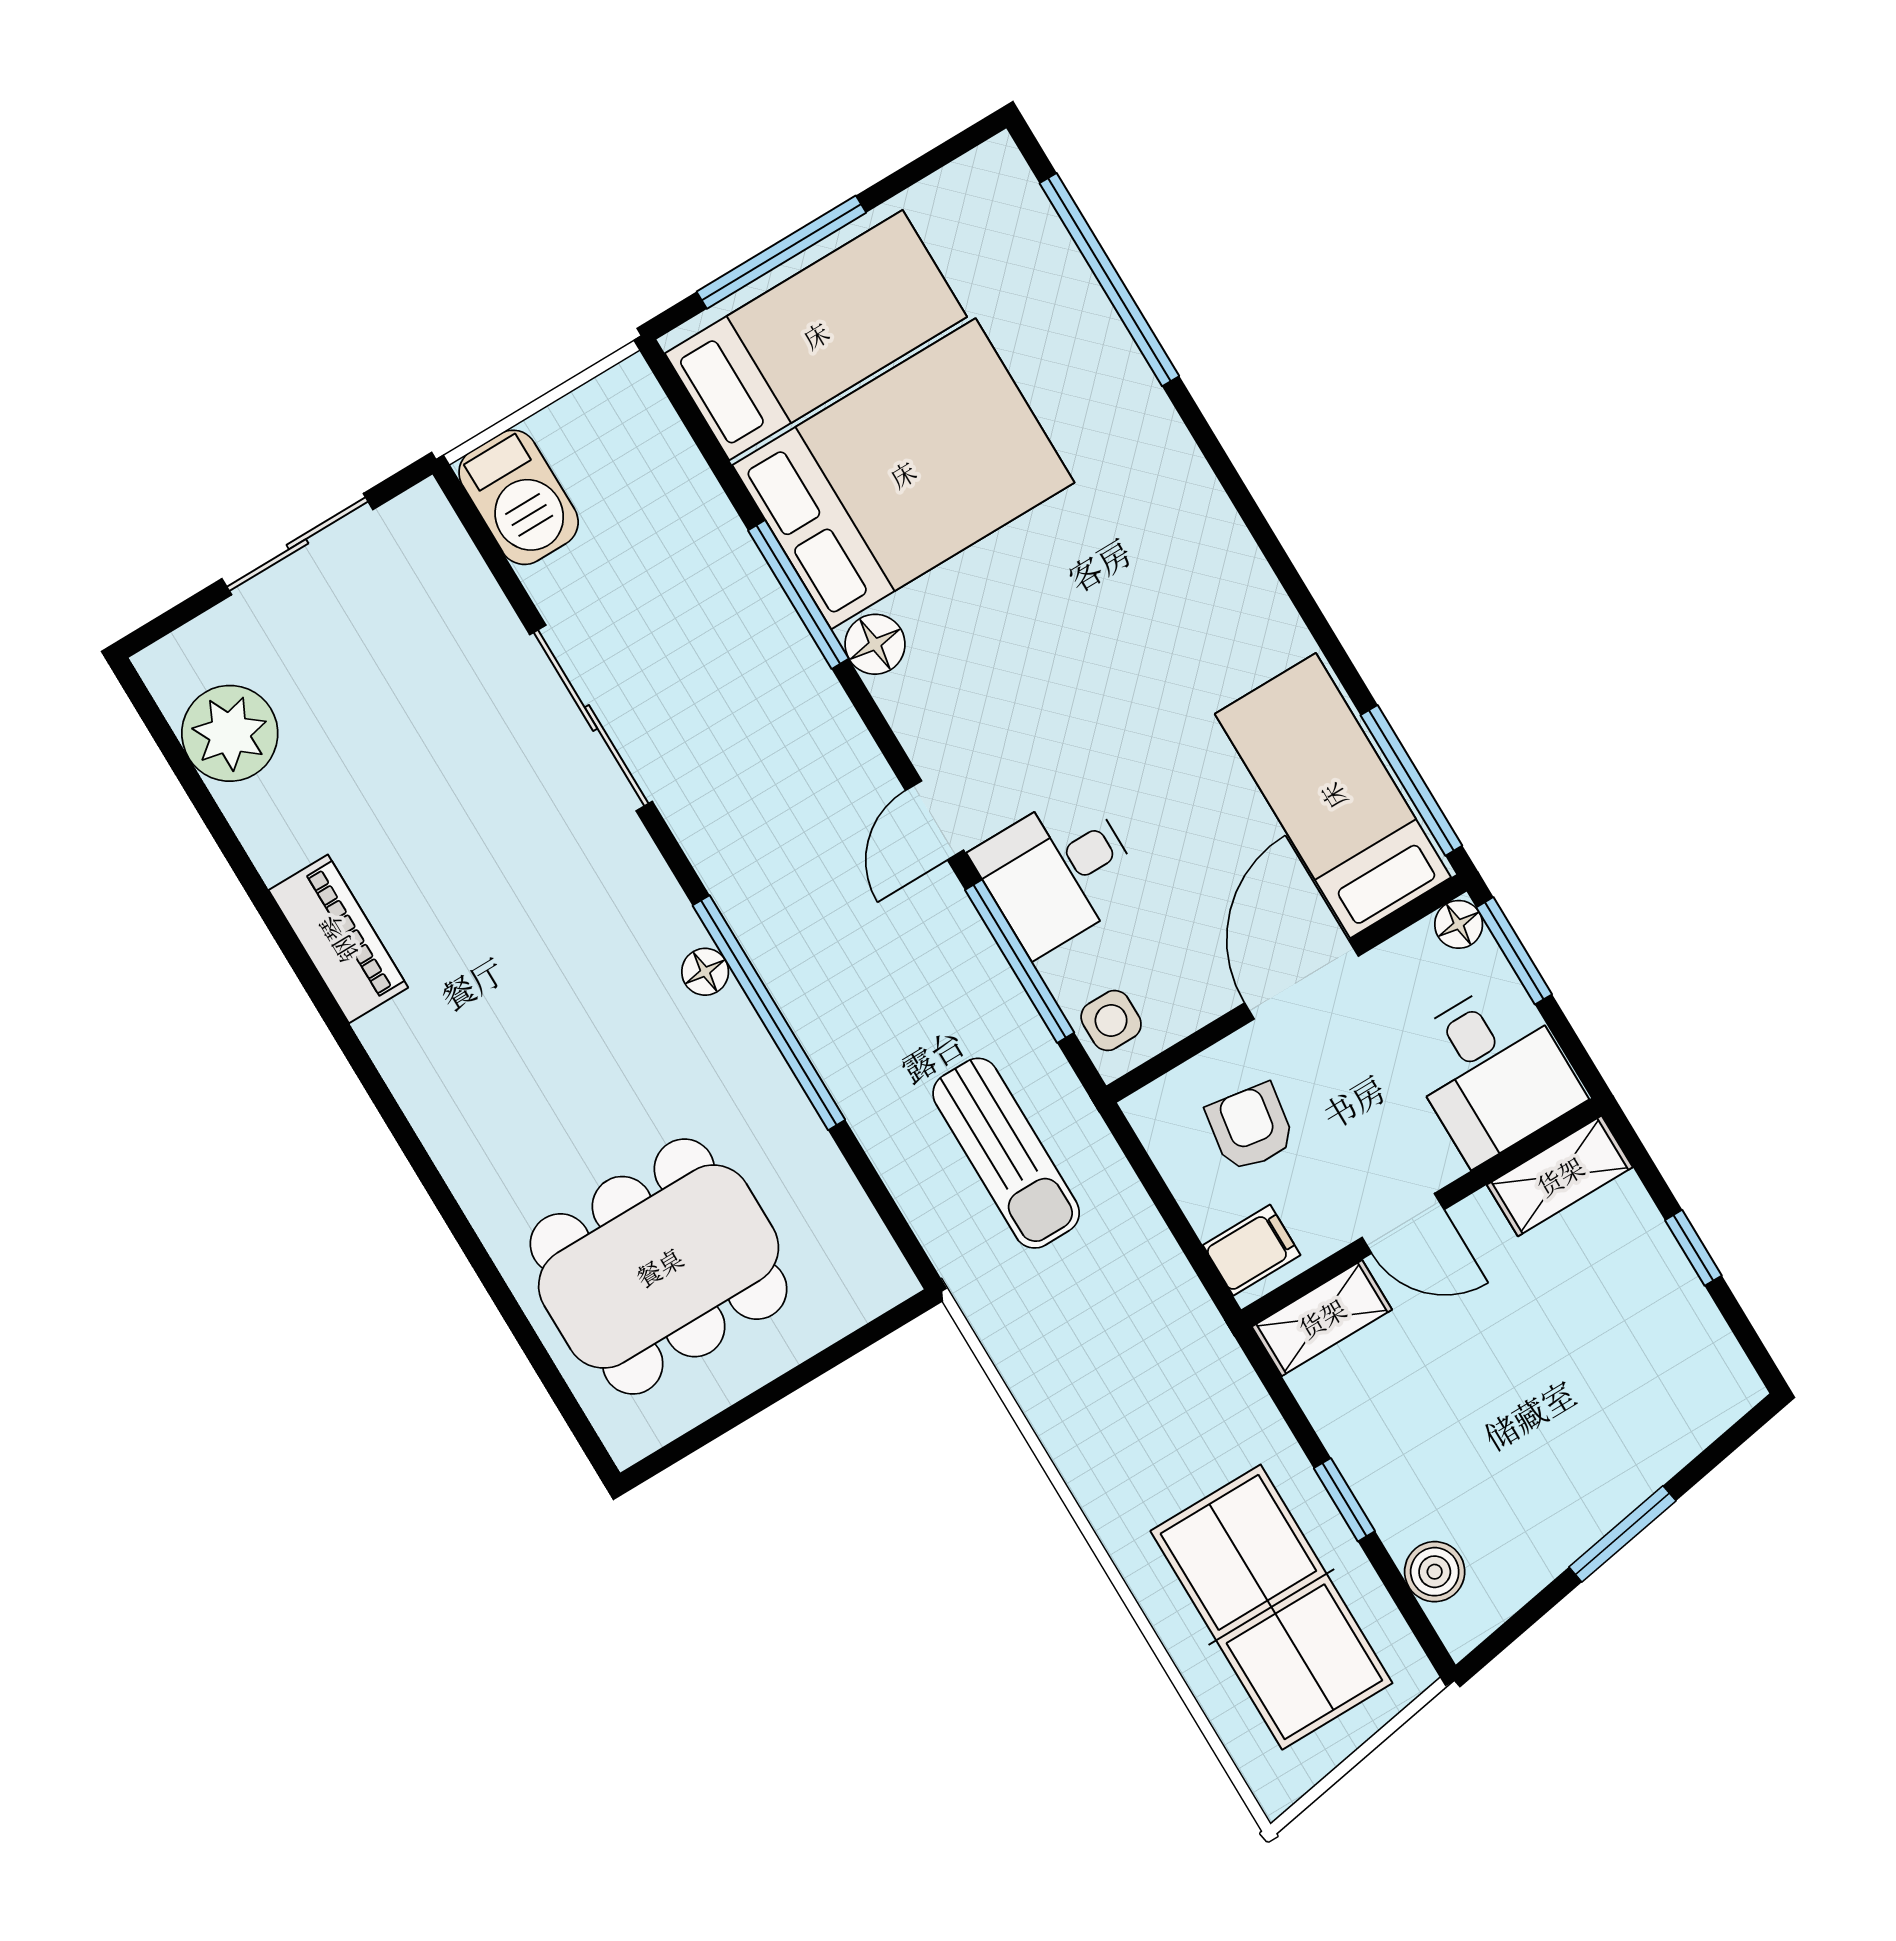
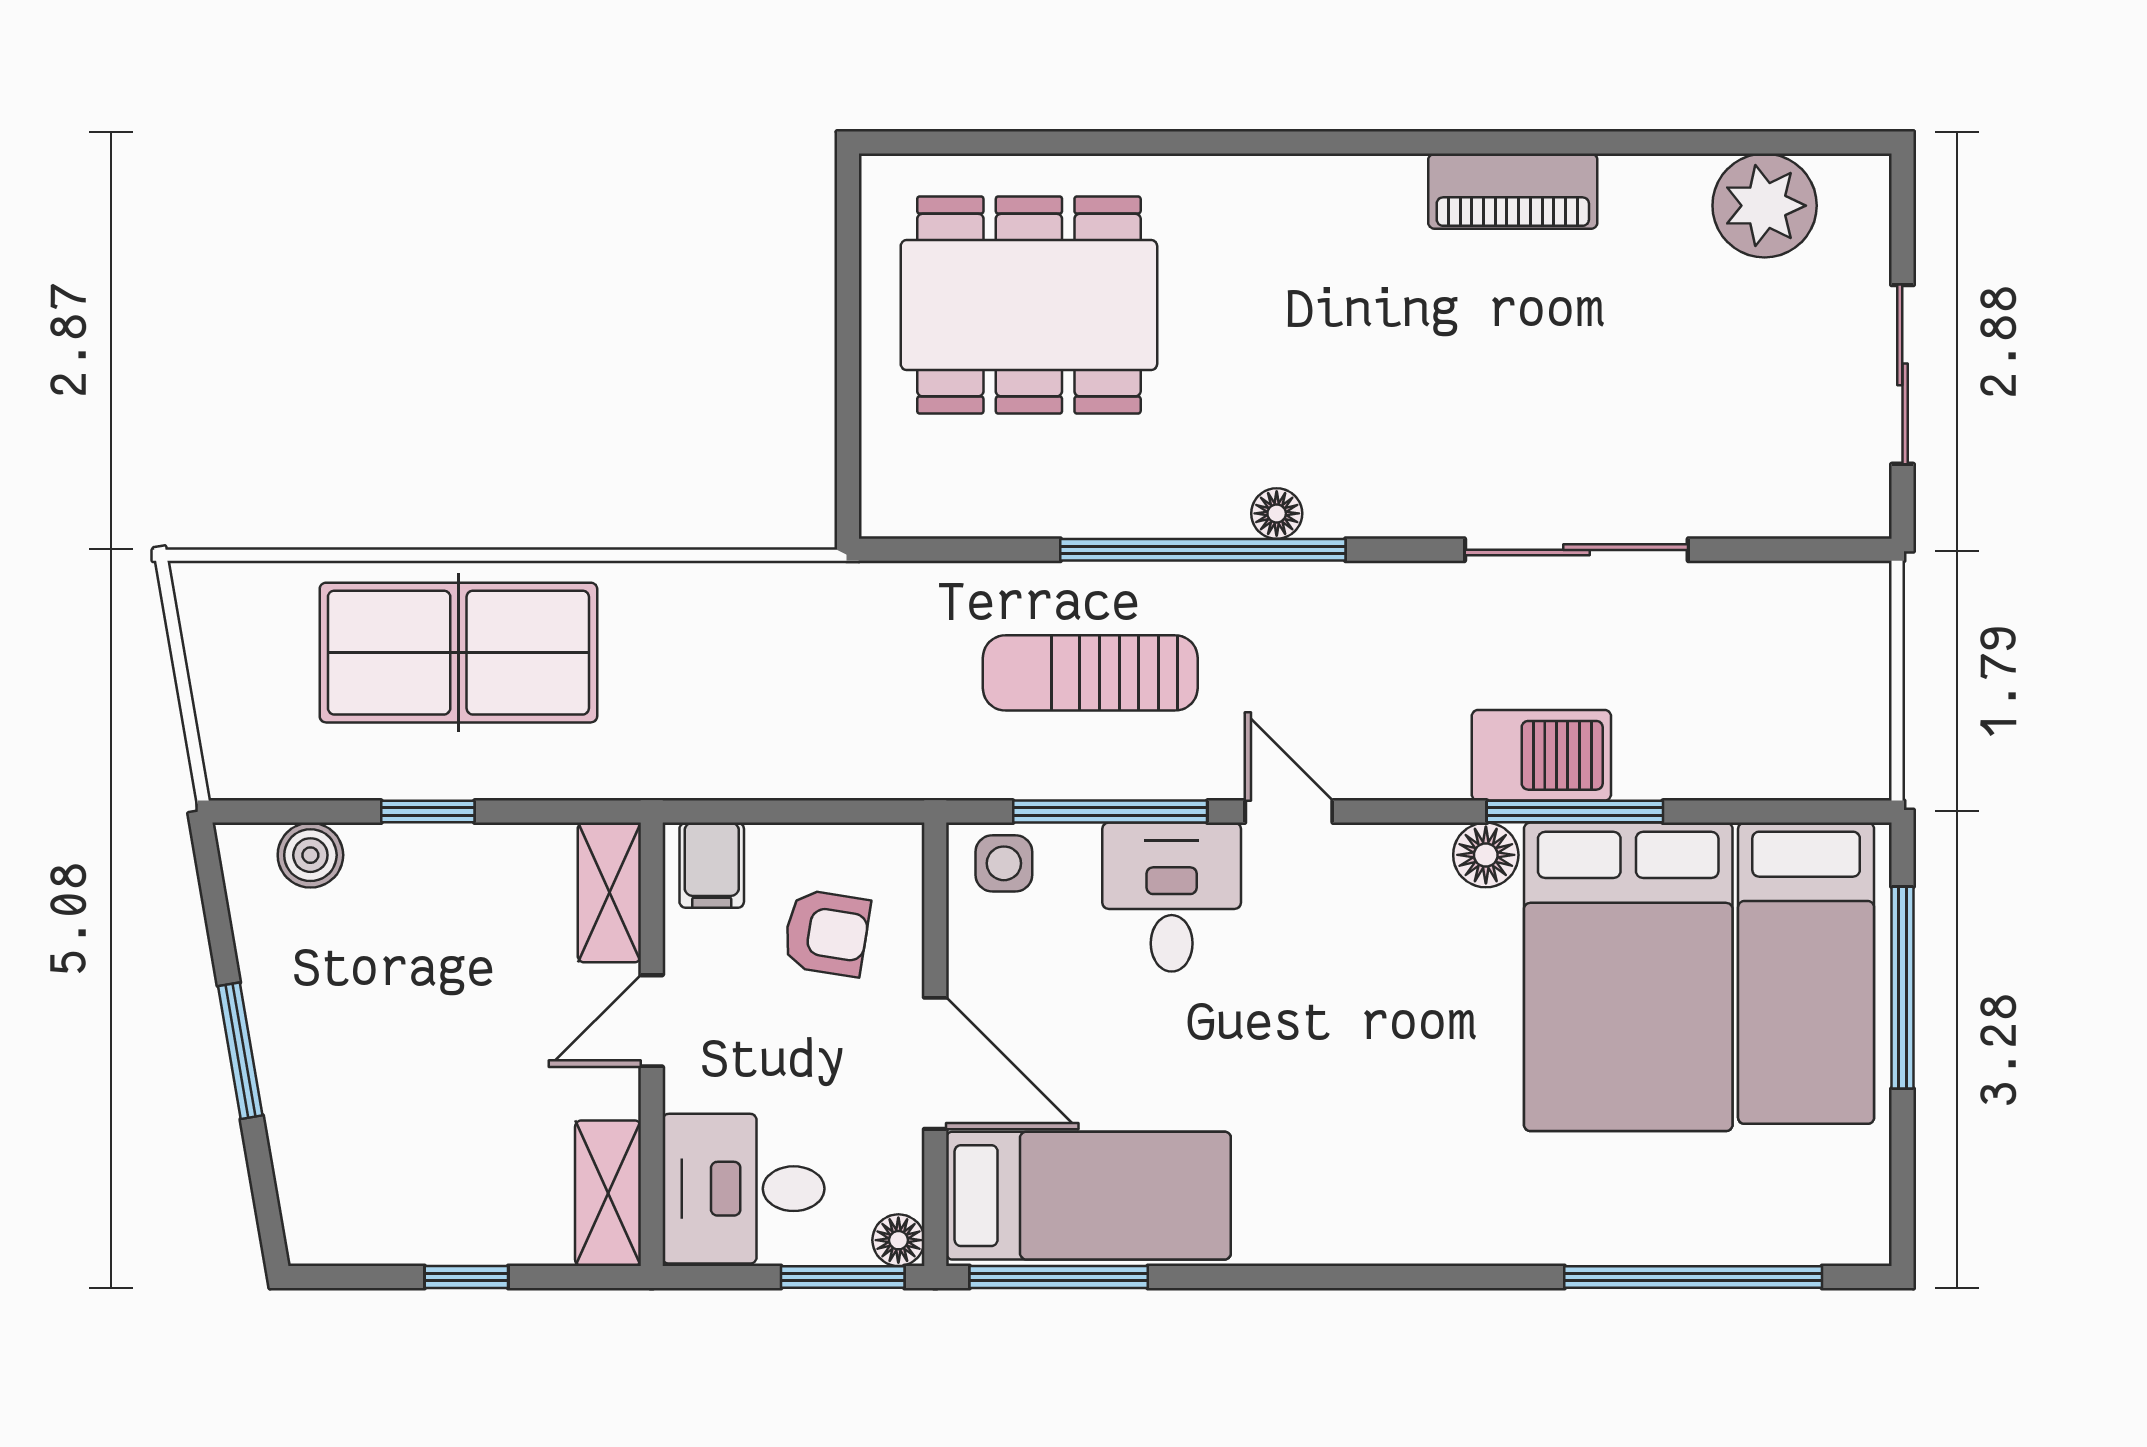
barbecue: (519, 497) -> (1541, 755), moved, turned 180
sun lounger: (1006, 1153) -> (1090, 673), moved
dining table: (659, 1267) -> (1029, 305), turned 90
table tennis table: (1271, 1607) -> (458, 653), moved

